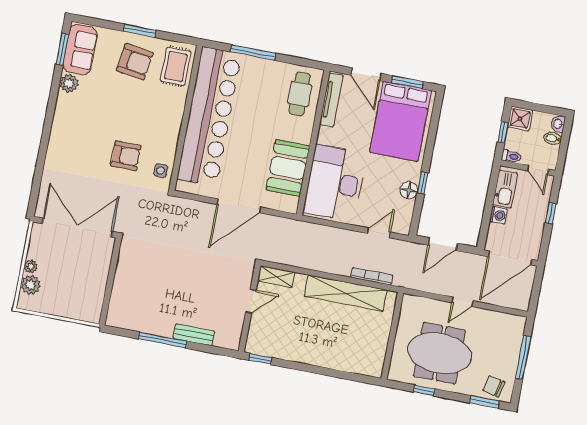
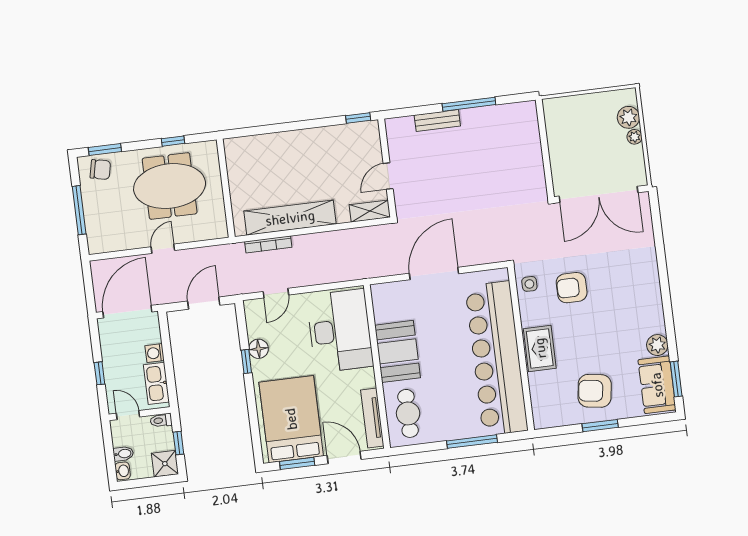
rug: (176, 66) -> (540, 348), moved
booth: (288, 168) -> (397, 351), moved

